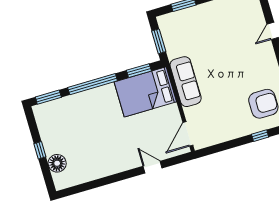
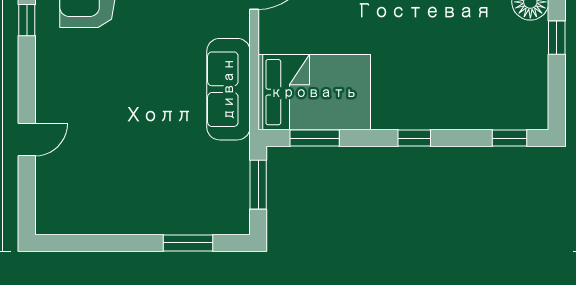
window: (93, 84) -> (414, 138), width x0.32
window: (48, 97) -> (510, 138), width x0.67

